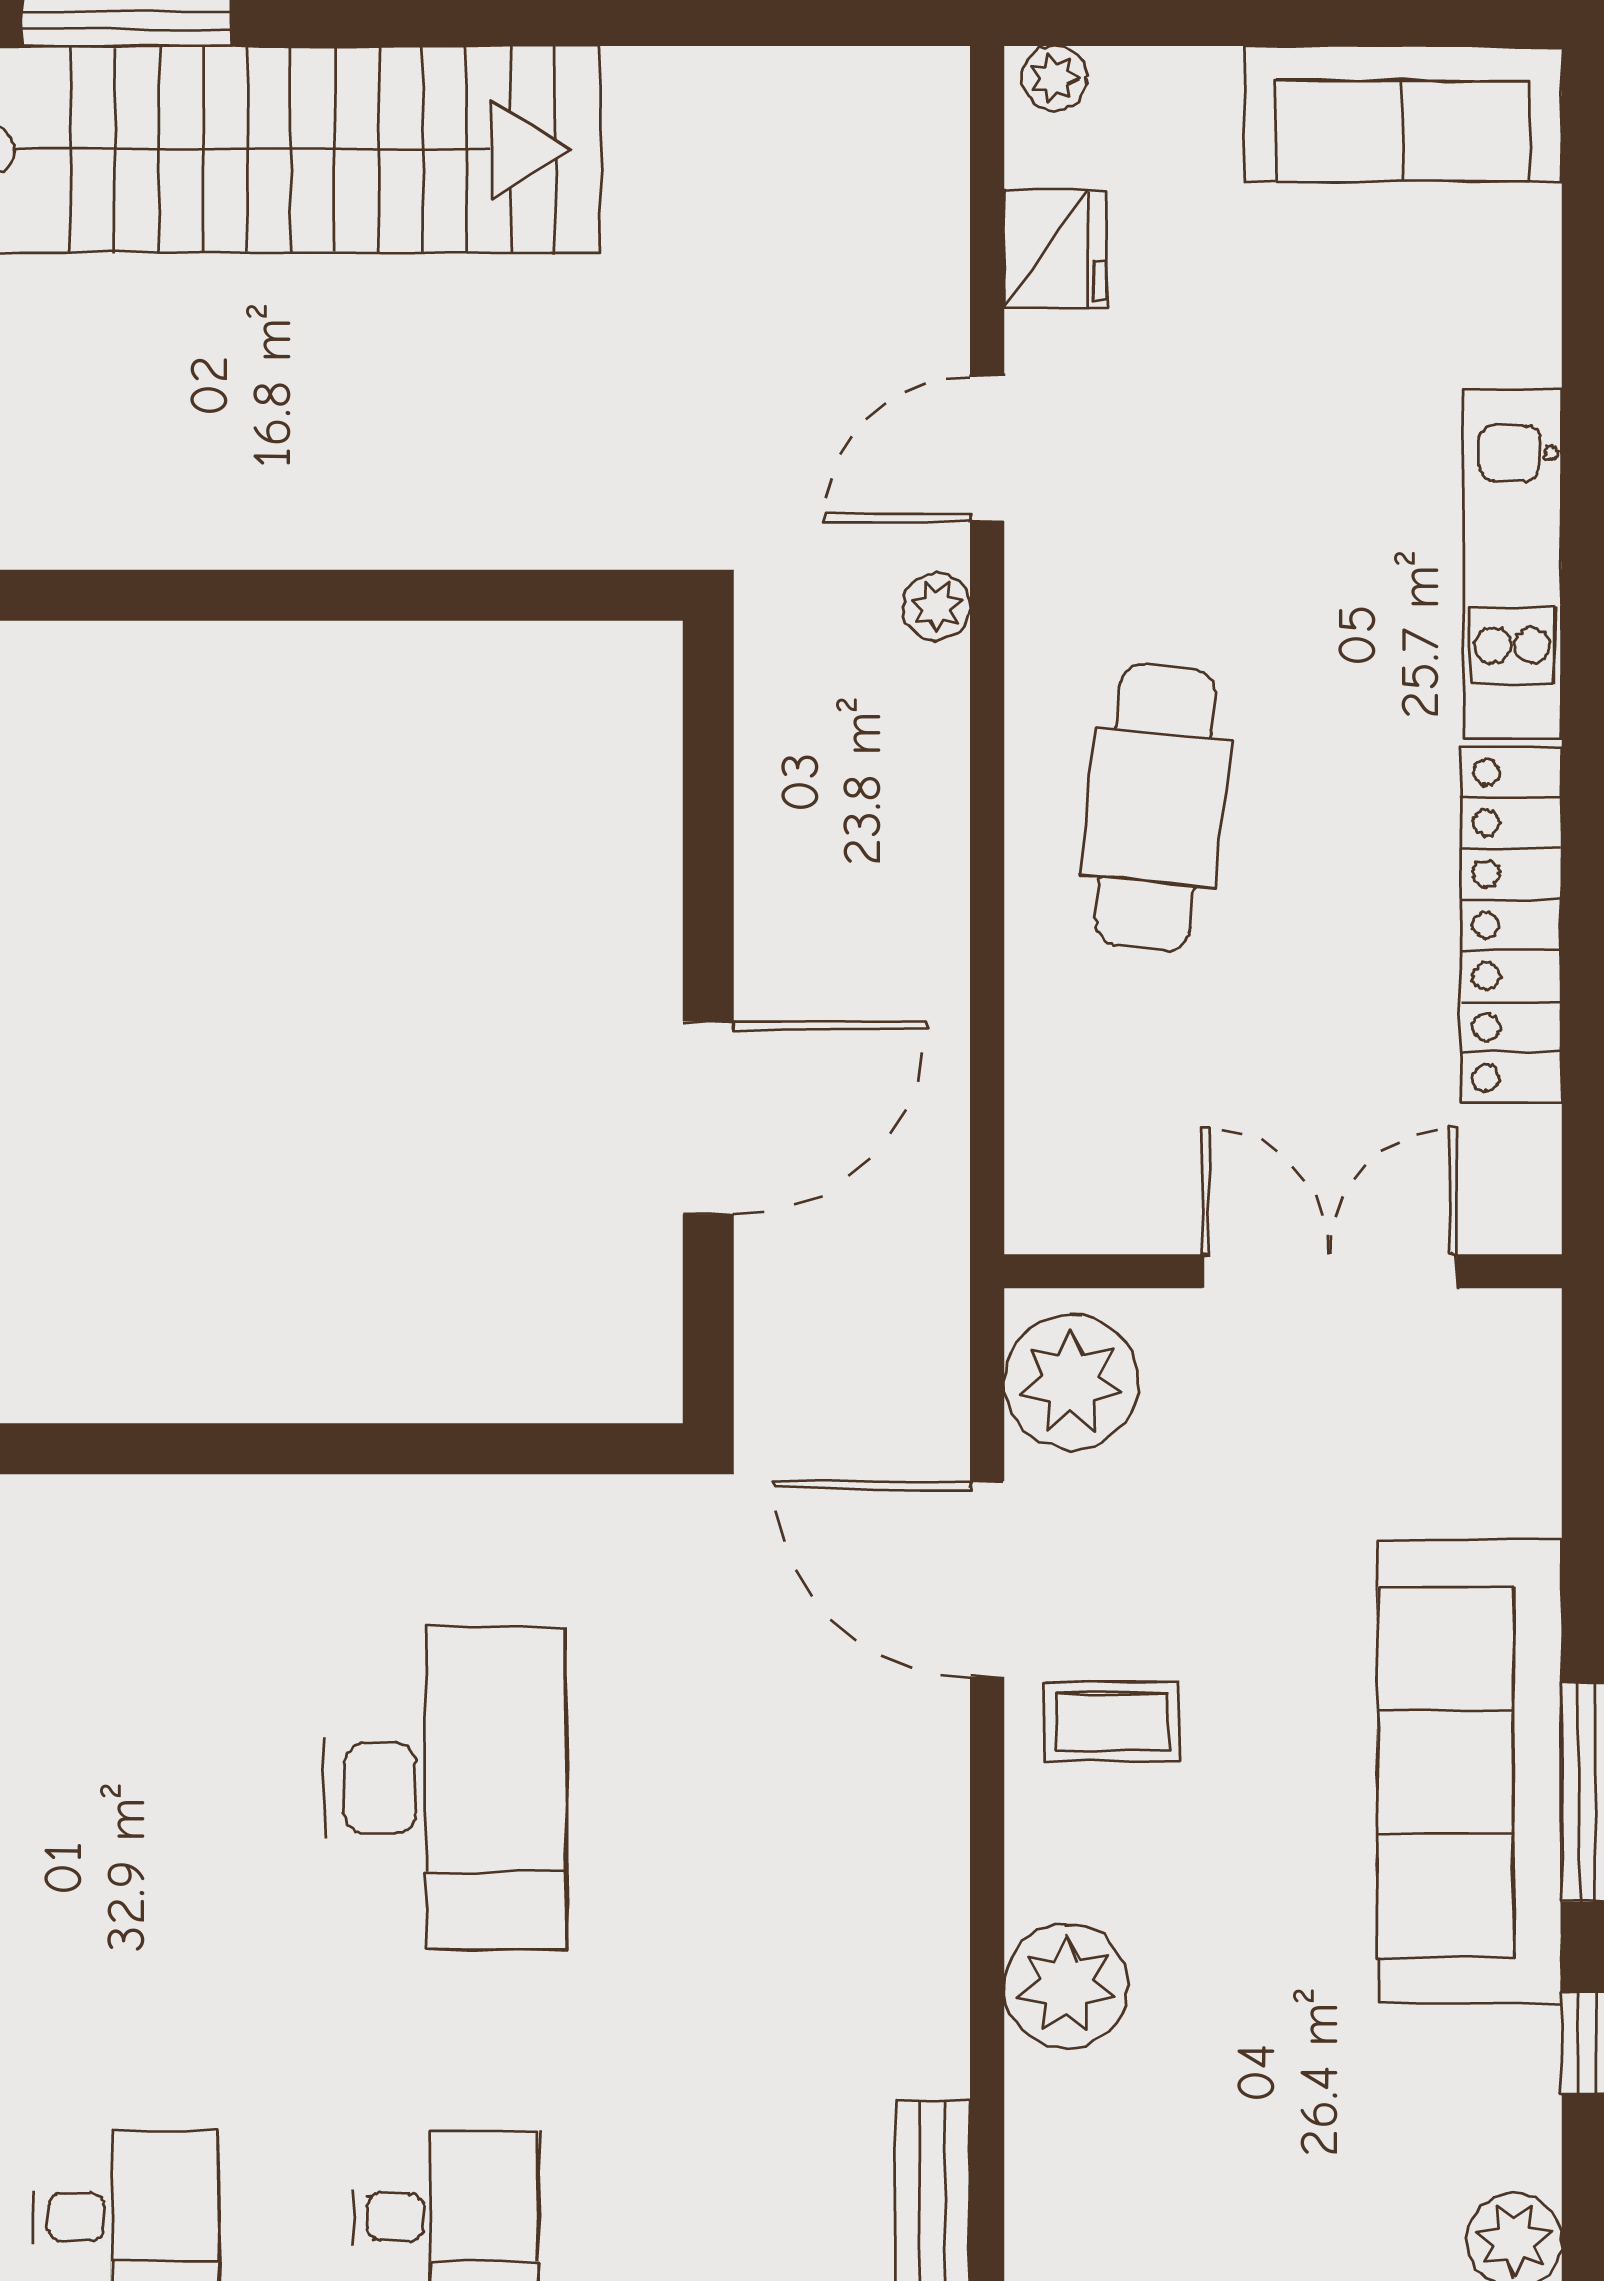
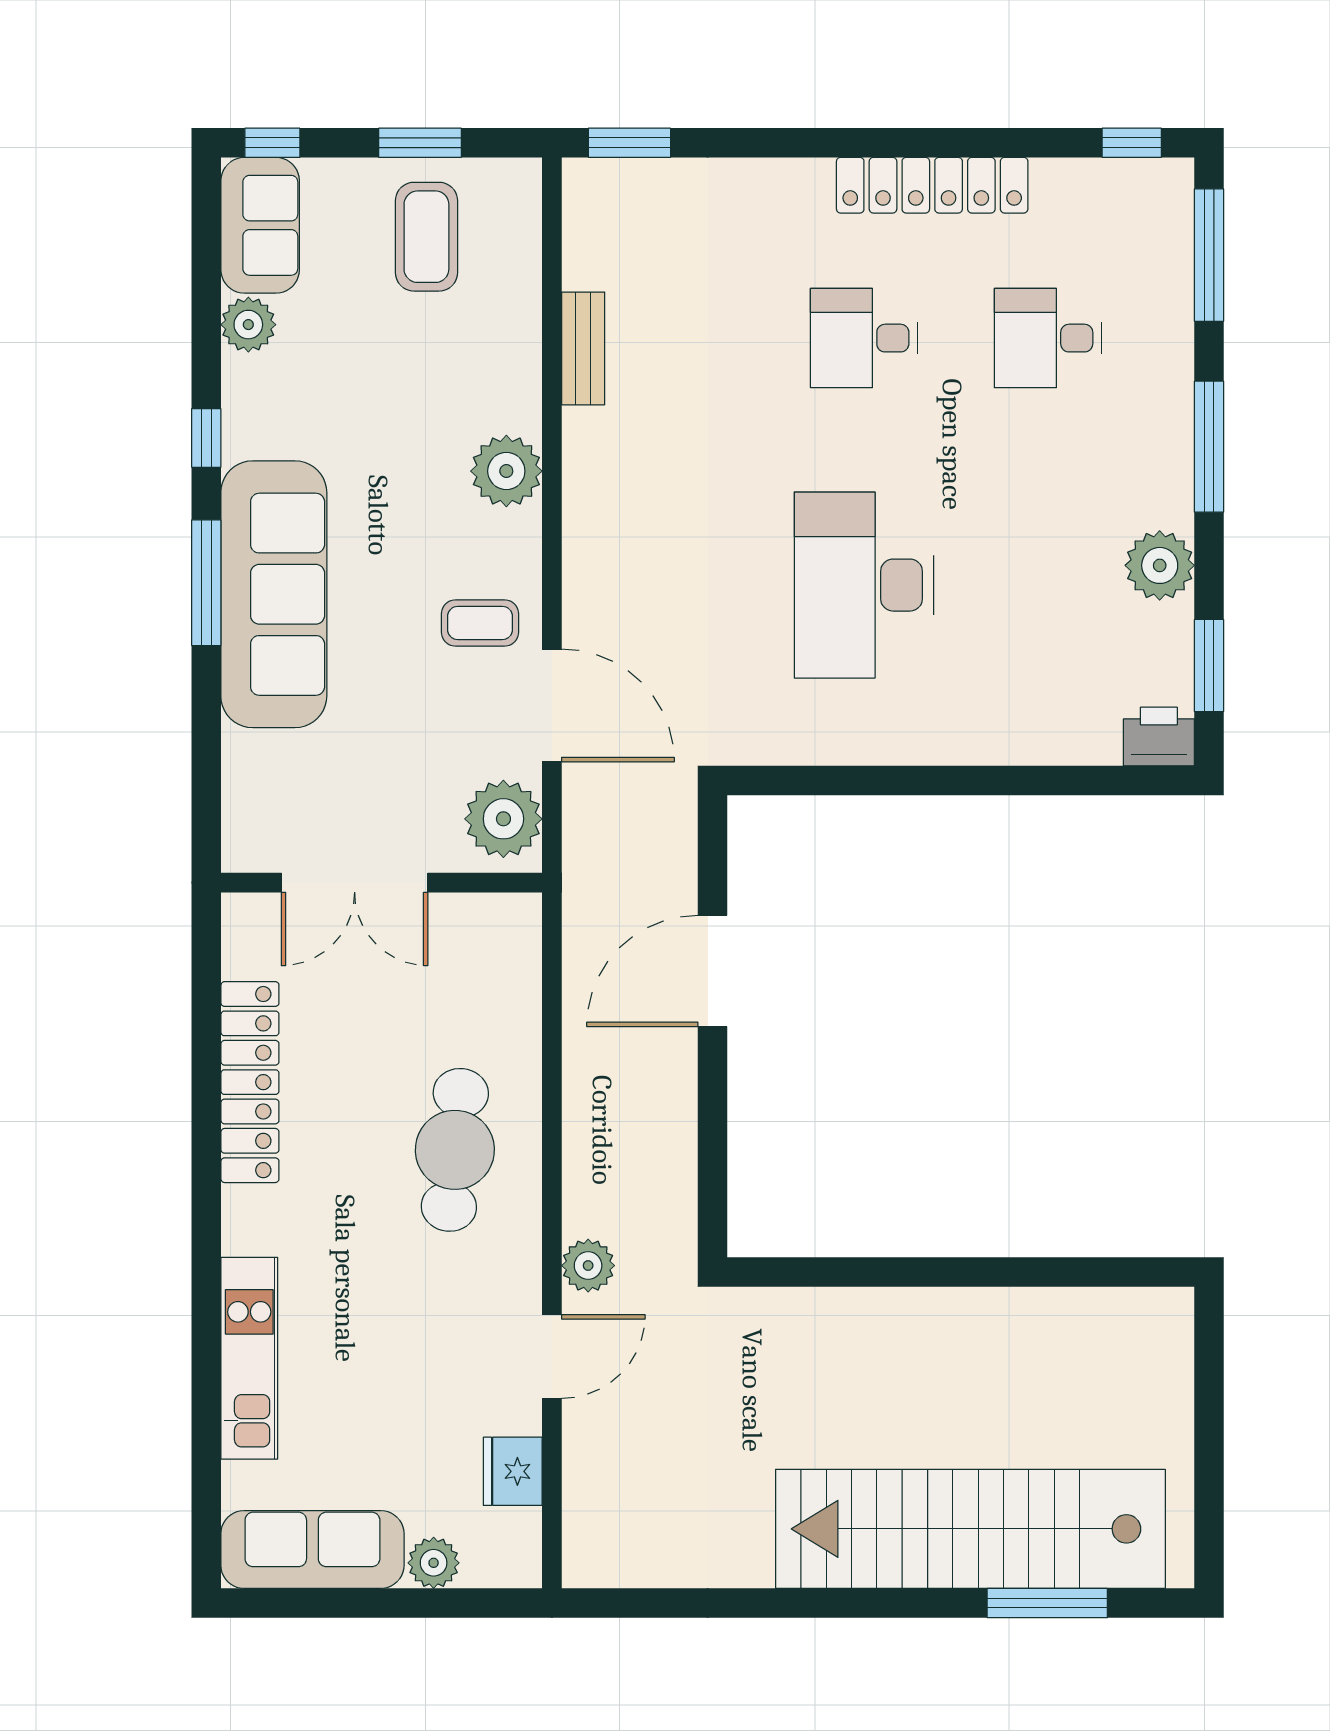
plant: (1054, 78) -> (434, 1563), moved, width x1.38, depth x1.38
kitchen unit: (1512, 565) -> (249, 1358), moved
plant: (937, 607) -> (588, 1266), width x1.38, depth x1.38

